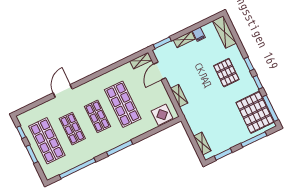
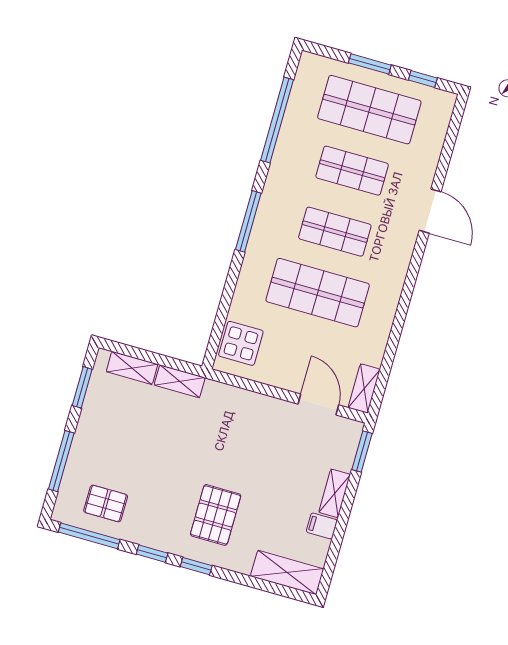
pallet: (226, 73) -> (216, 515), turned 90
shelving: (179, 96) -> (180, 381), moved
pallet: (255, 112) -> (106, 503), width x0.49, depth x0.50

